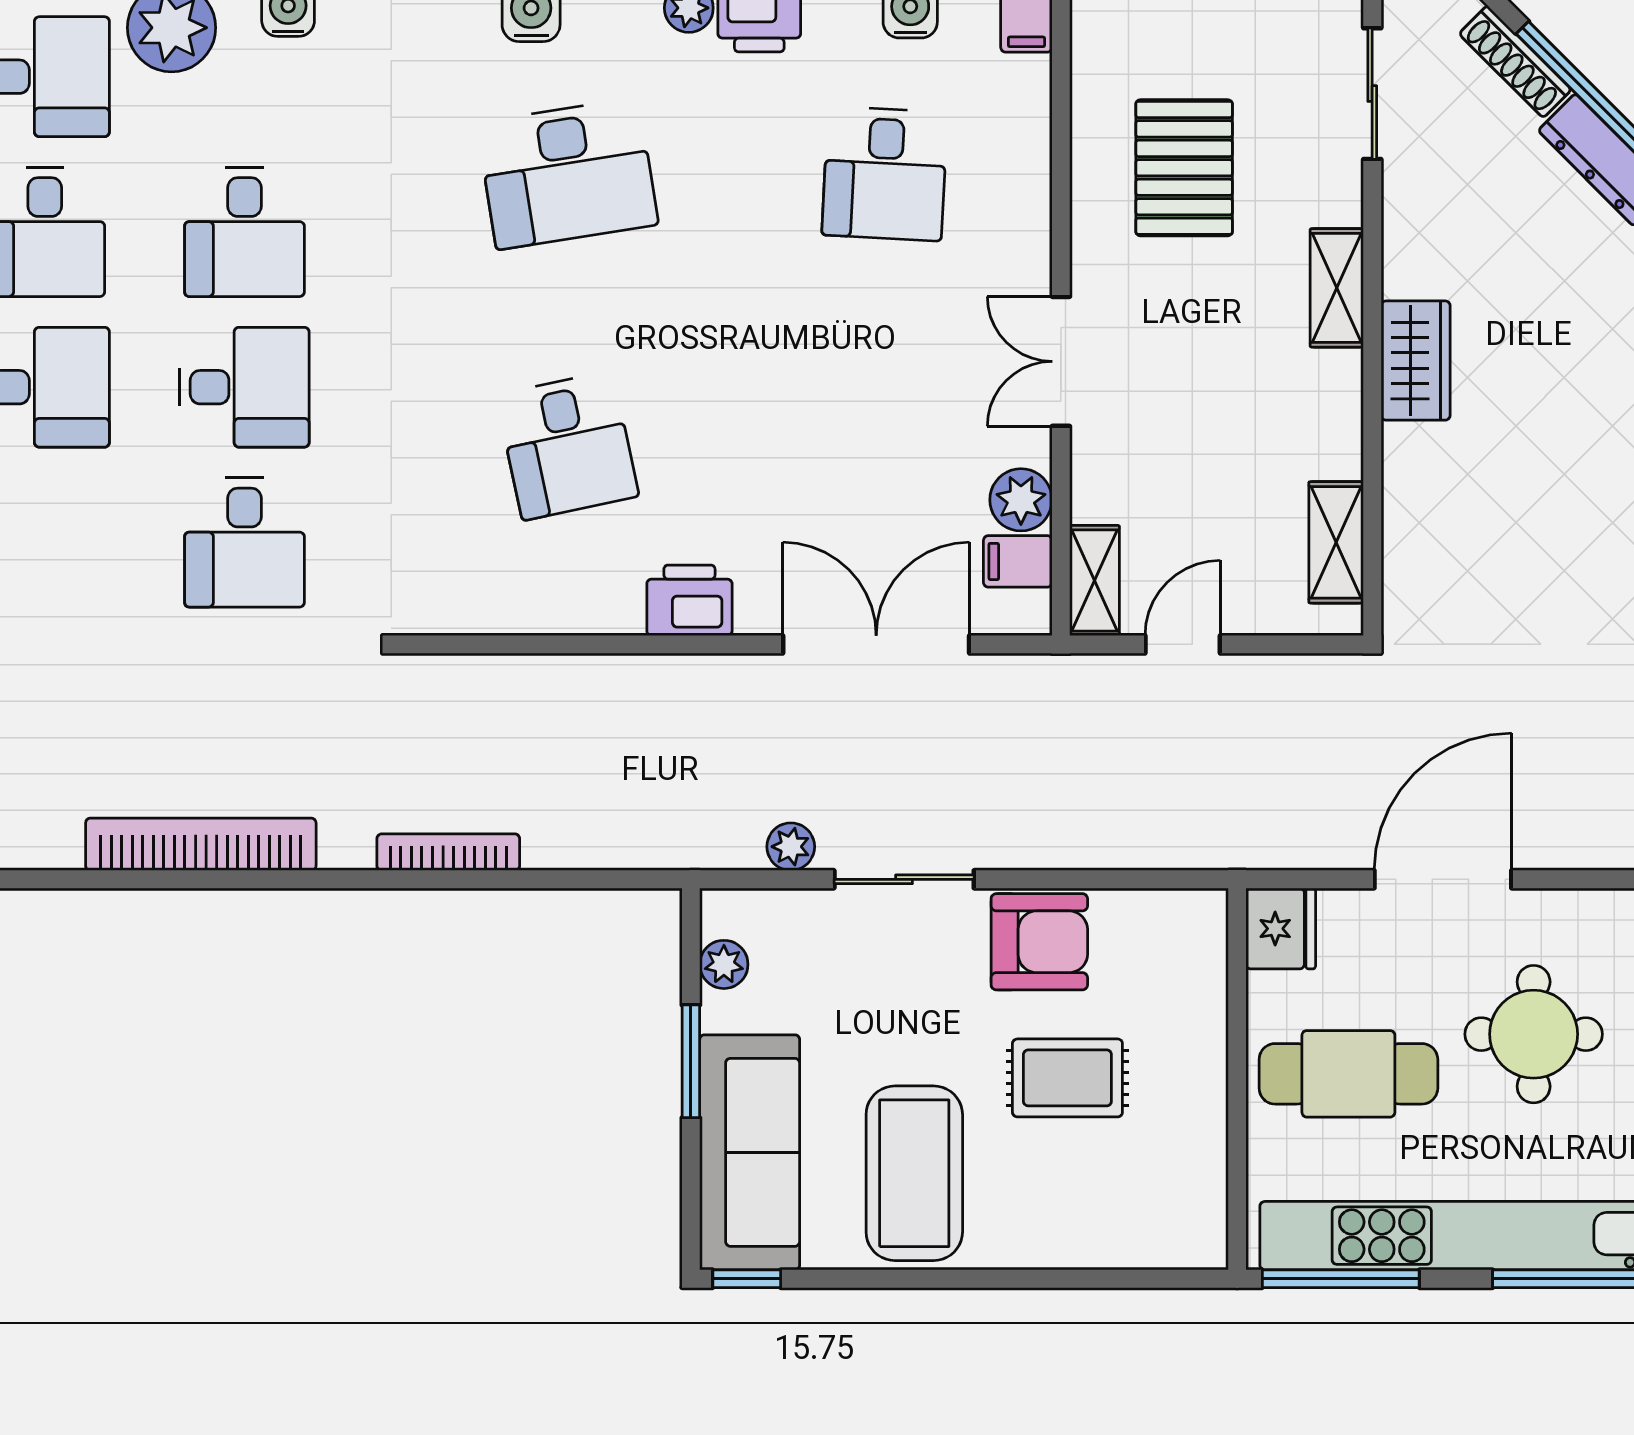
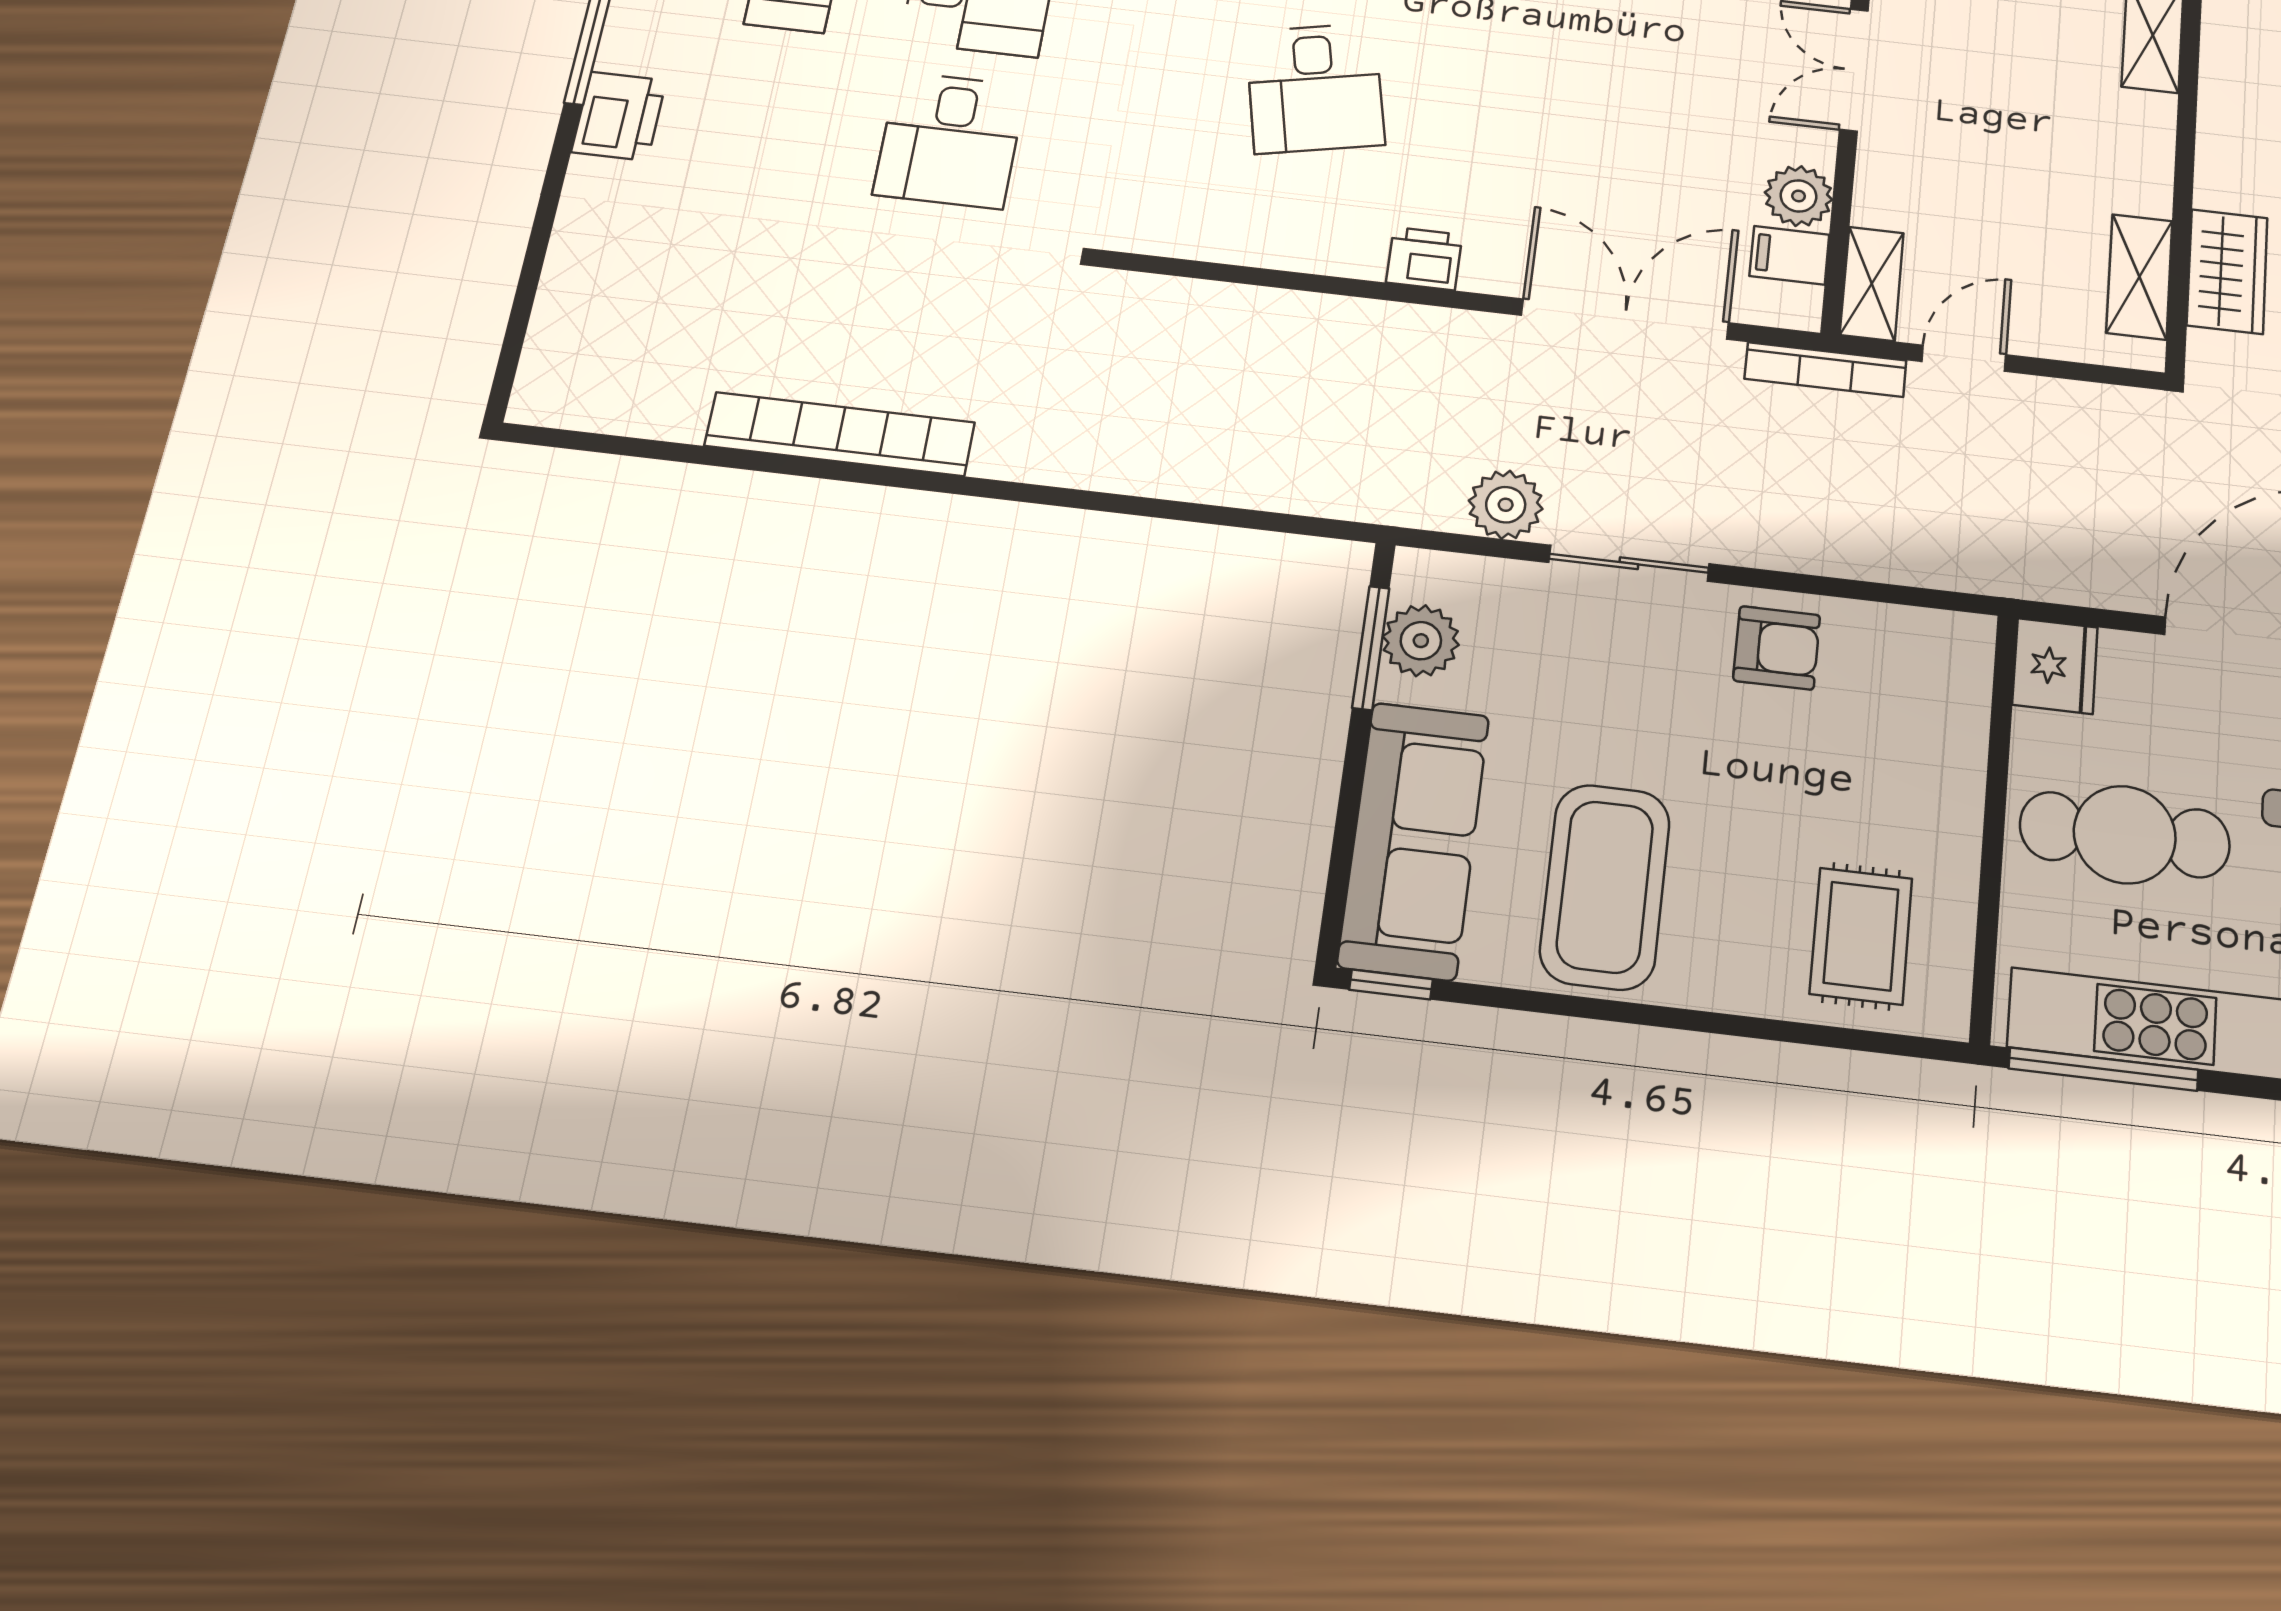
wardrobe: (1416, 361) -> (2227, 272), moved
printer: (689, 600) -> (1424, 259), width x0.73, depth x0.81
plant: (791, 847) -> (1506, 505), width x1.38, depth x1.38
bookcase: (448, 852) -> (1825, 370), moved, turned 180
armchair: (1039, 942) -> (1777, 648), width x0.72, depth x0.72
plant: (724, 964) -> (1421, 641), width x1.38, depth x1.38
window: (691, 1061) -> (1371, 648), moved
rug: (1067, 1078) -> (1861, 936), moved, turned 90

